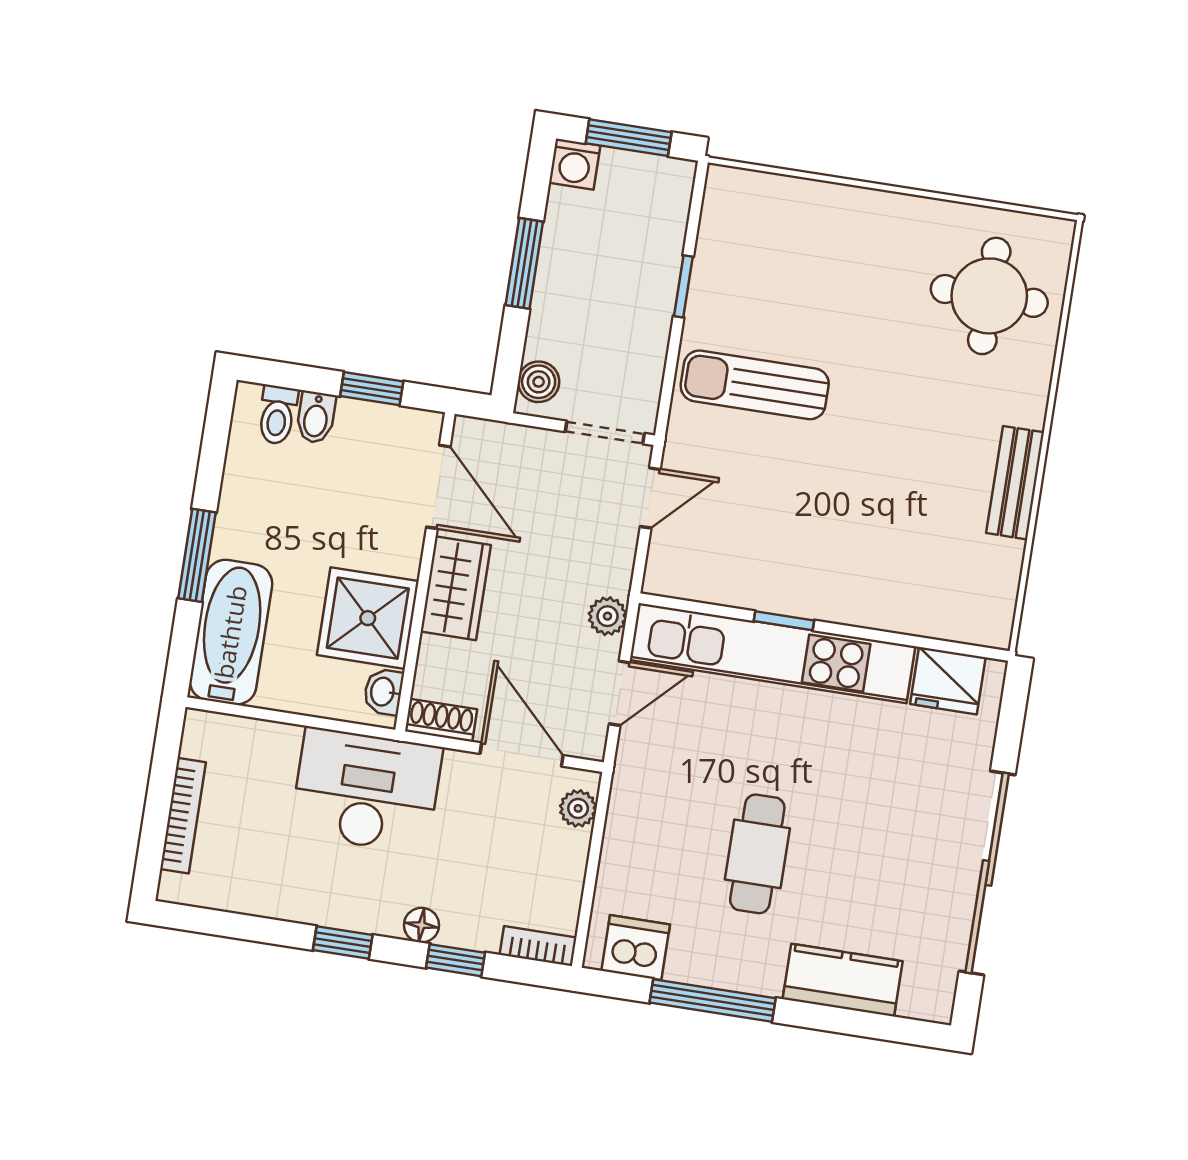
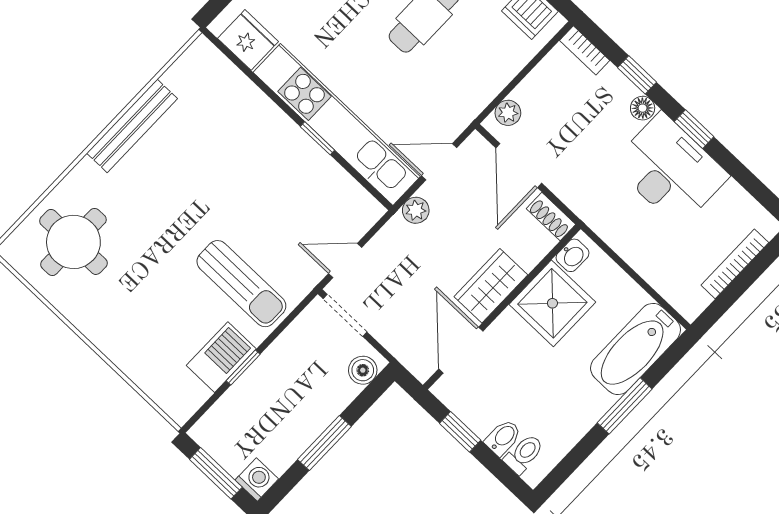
barbecue: (718, 281) -> (221, 357), added
bench: (1015, 483) -> (132, 126), width x1.36
desk: (366, 790) -> (670, 170), moved, turned 180

